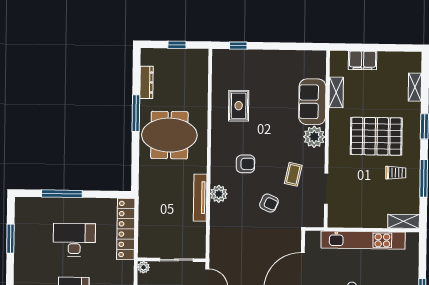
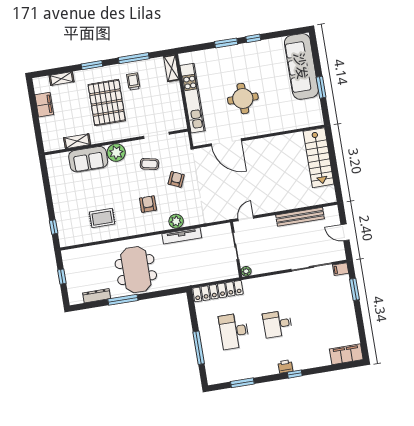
filing cabinet: (363, 60) -> (44, 105), moved

